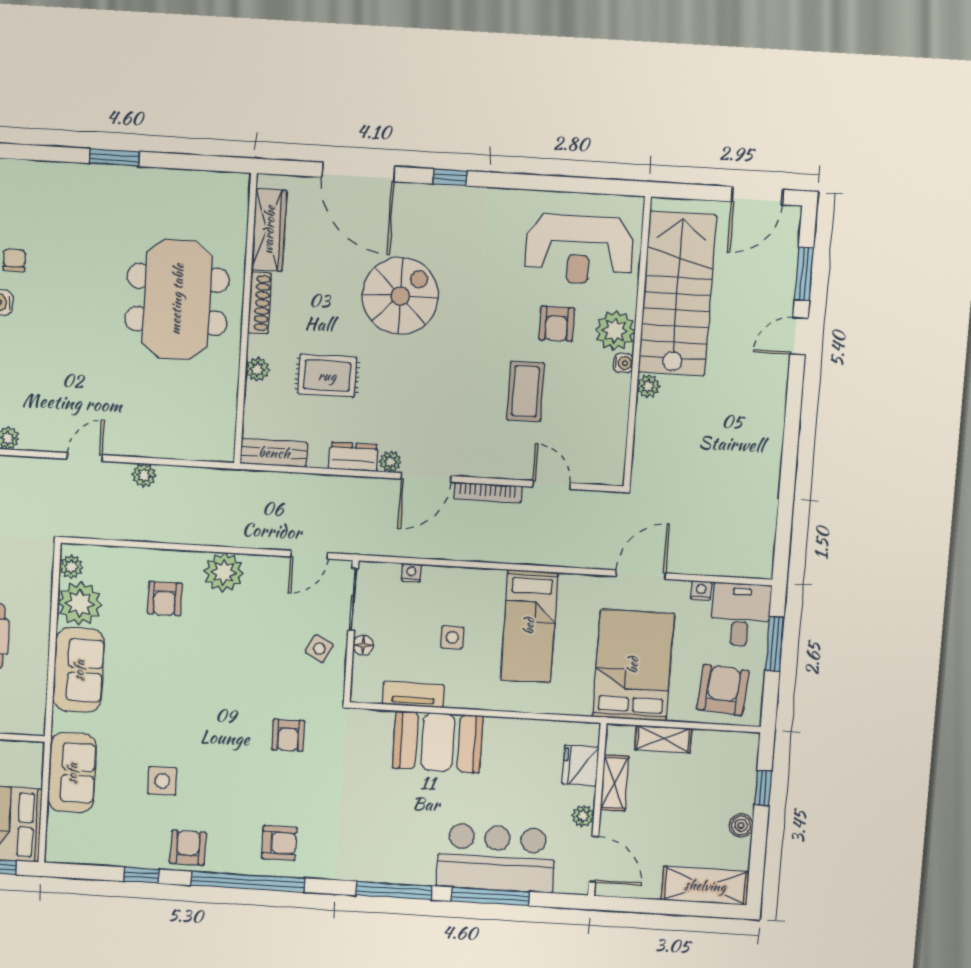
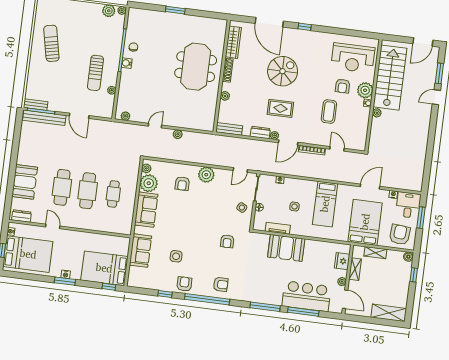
rug: (327, 376) -> (280, 108), moved
boiler: (741, 825) -> (408, 257), moved

